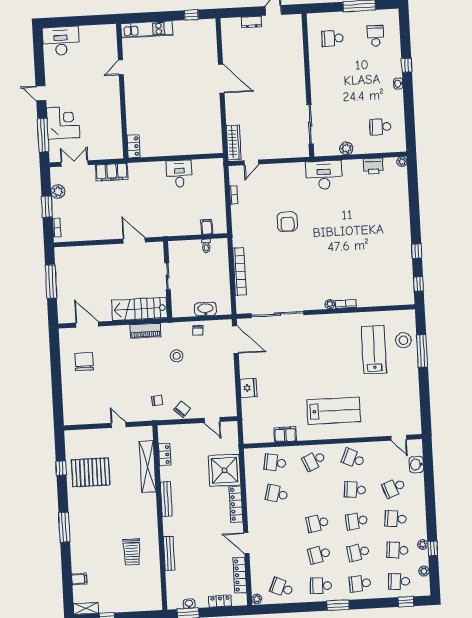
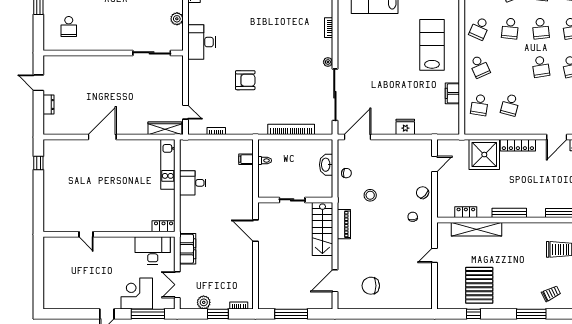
kitchen unit: (147, 29) -> (168, 164), moved, turned 180
desk: (61, 41) -> (153, 250), moved, turned 90
door: (134, 241) -> (255, 231), hinge flipped
plant: (330, 304) -> (328, 62), moved
trolley: (86, 546) -> (551, 293), added

